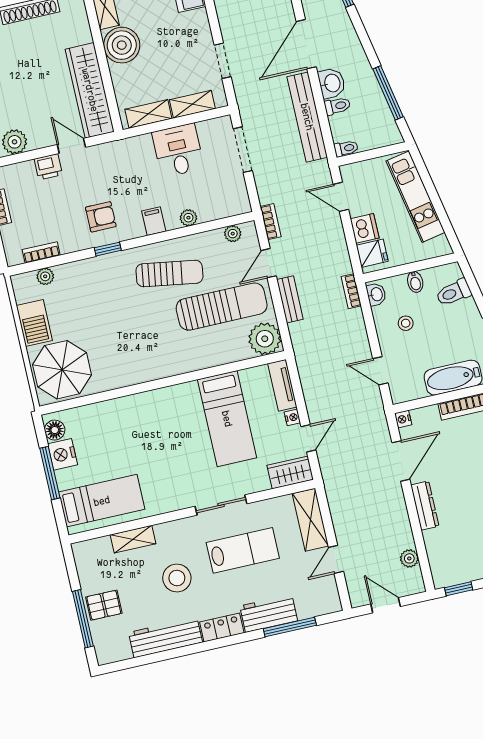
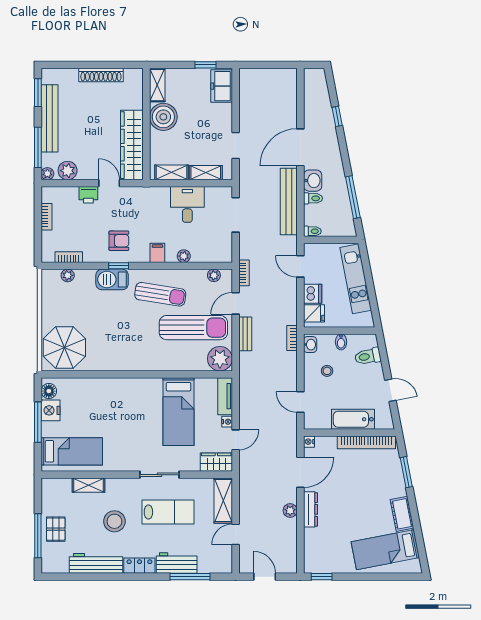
barbecue: (34, 323) -> (112, 279), moved, turned 90
plant: (409, 558) -> (290, 511), moved
pallet: (104, 605) -> (56, 529), turned 90

